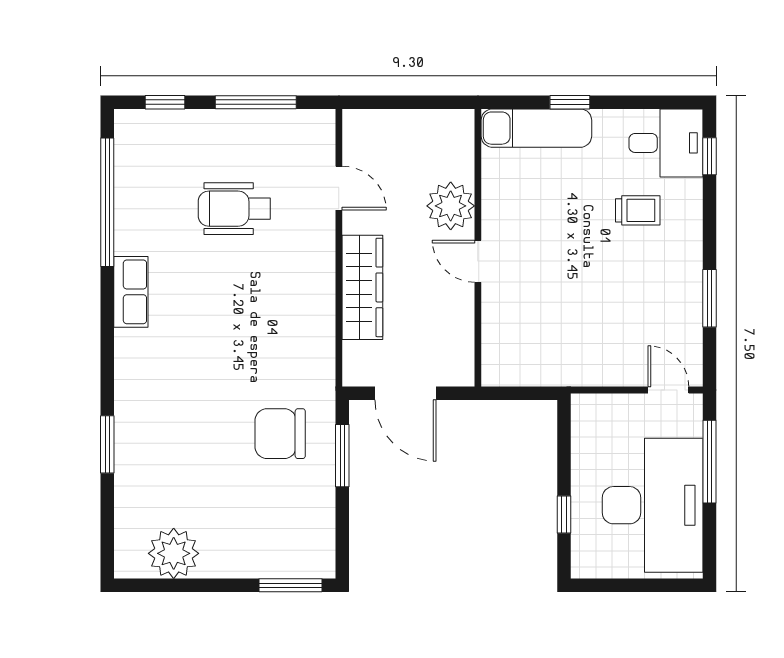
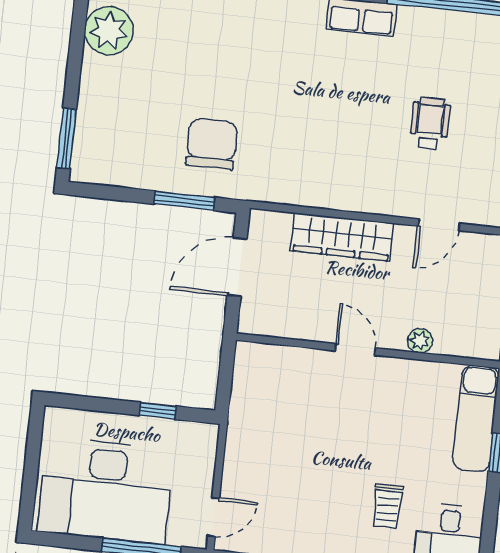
plant: (451, 206) -> (420, 341), width x0.53, depth x0.53
wheelchair: (234, 209) -> (430, 123), width x0.73, depth x0.73
door: (478, 261) -> (355, 349), hinge flipped
window: (564, 514) -> (158, 411), moved

